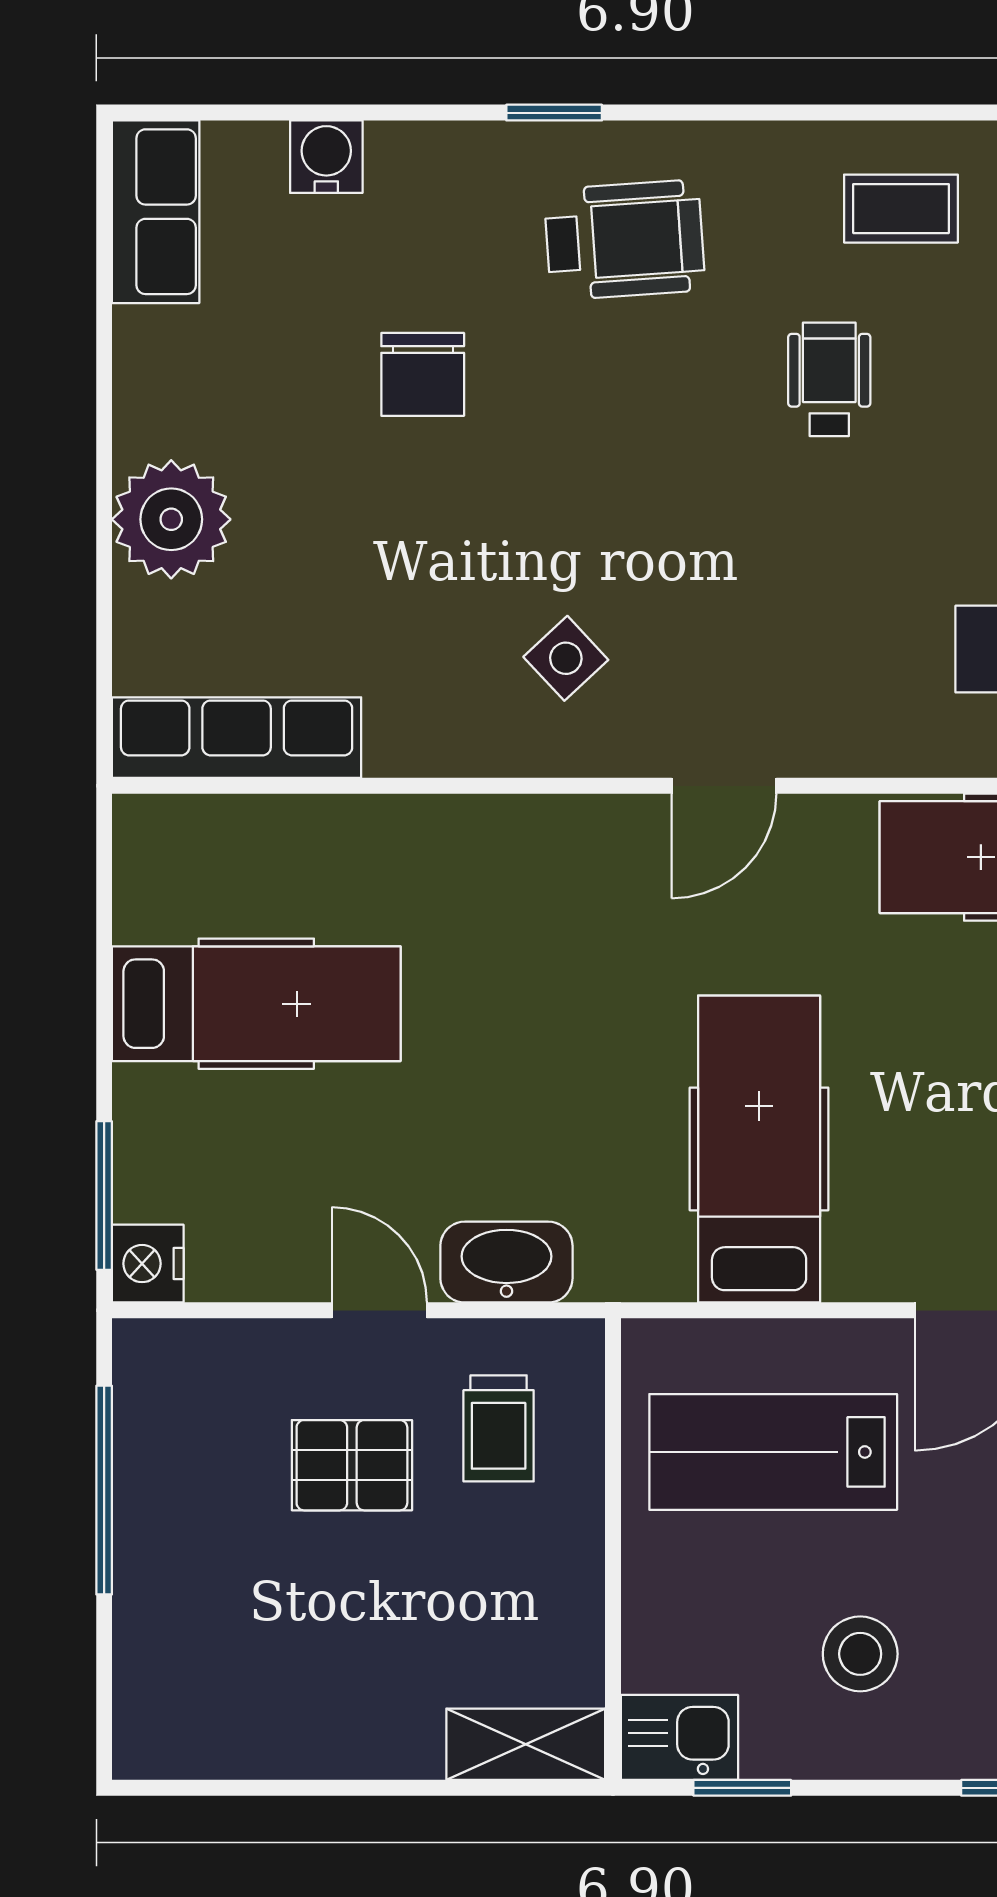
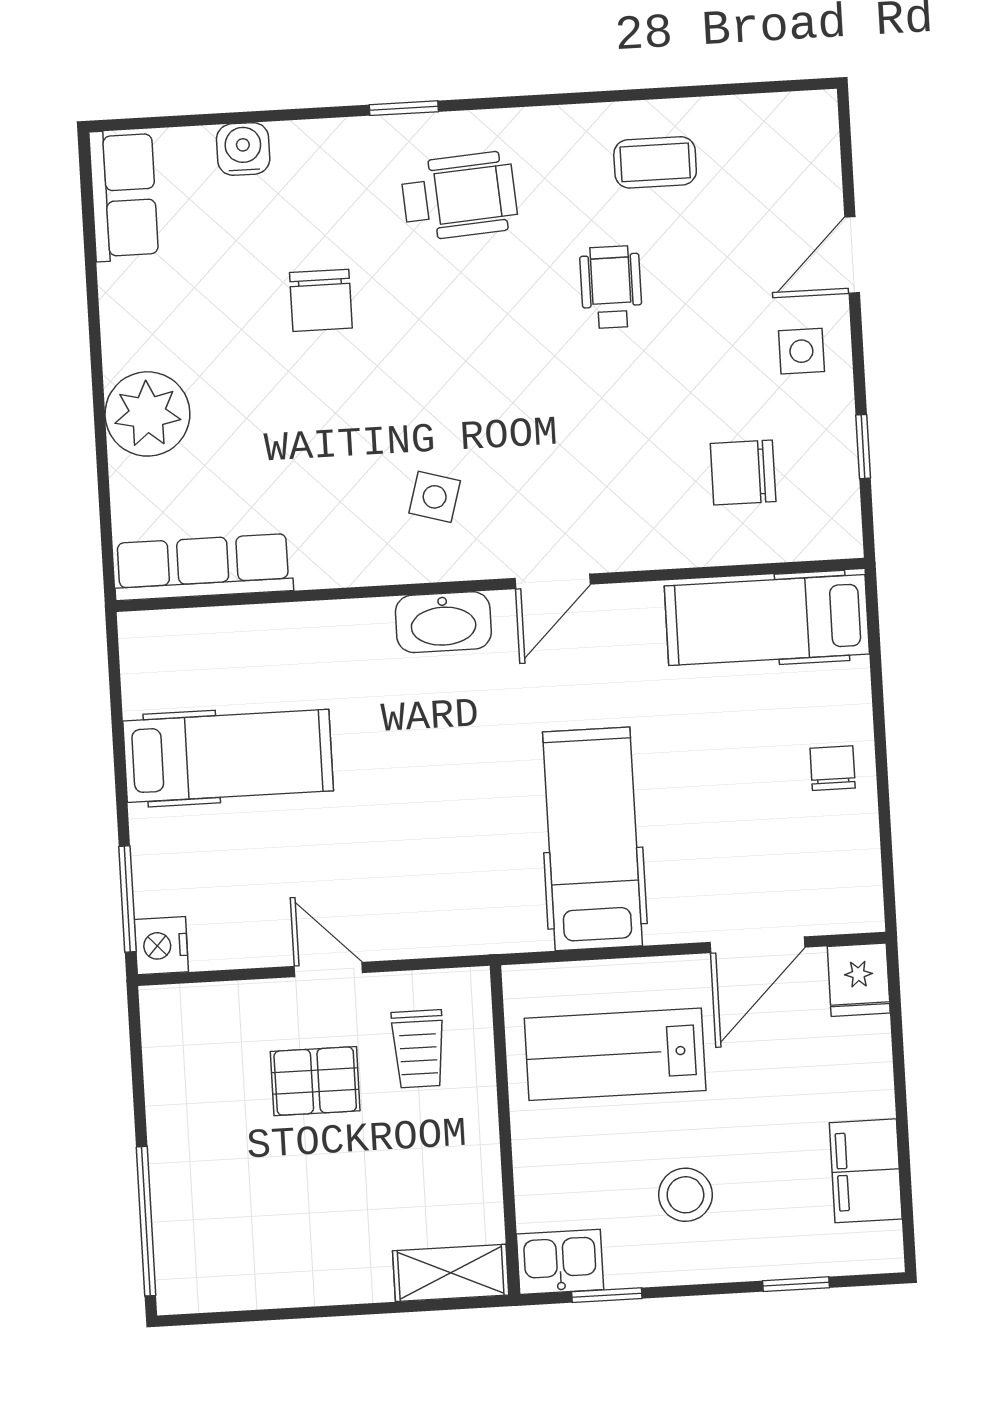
side table: (566, 658) -> (435, 497), turned -31
washbasin: (506, 1262) -> (443, 622), moved, turned 180
window: (104, 1490) -> (146, 1221), moved

